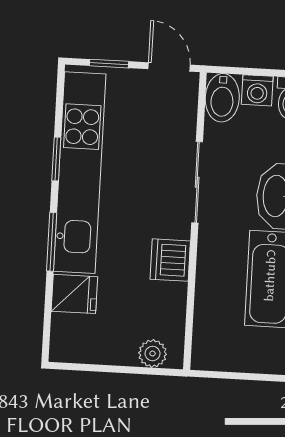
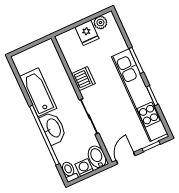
door: (169, 67) -> (126, 158), swing flipped
fridge: (74, 294) -> (87, 33), moved, turned -90
plant: (153, 353) -> (100, 23), moved

